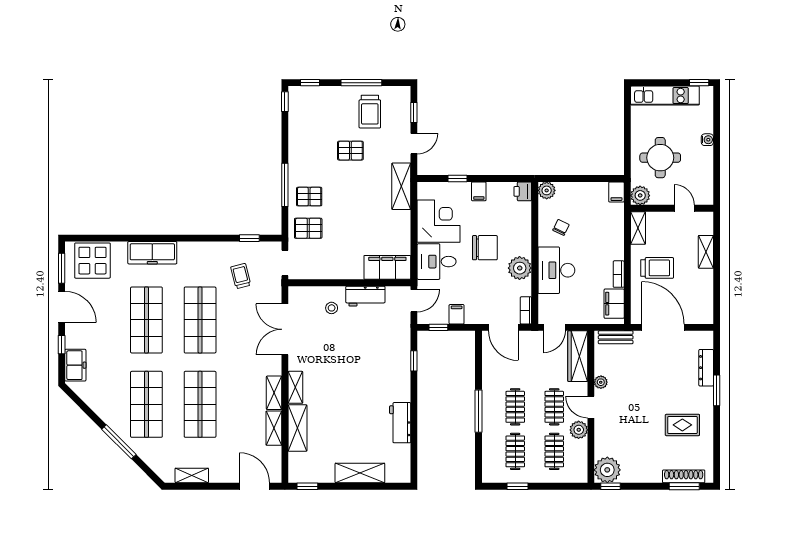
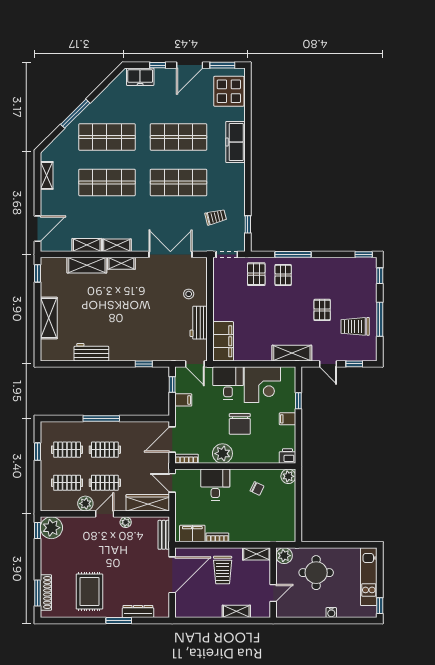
filing cabinet: (616, 192) -> (287, 535), removed
desk: (556, 270) -> (215, 485), width x0.73
rug: (682, 425) -> (89, 591), width x1.36, depth x1.43

